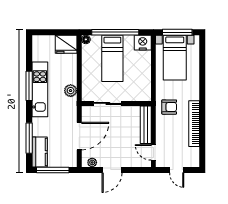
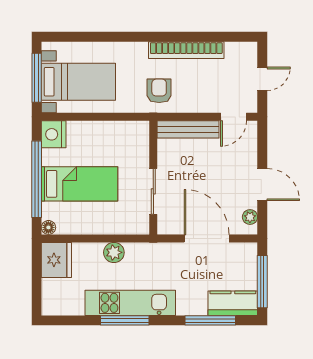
plant: (71, 91) -> (114, 252), moved

